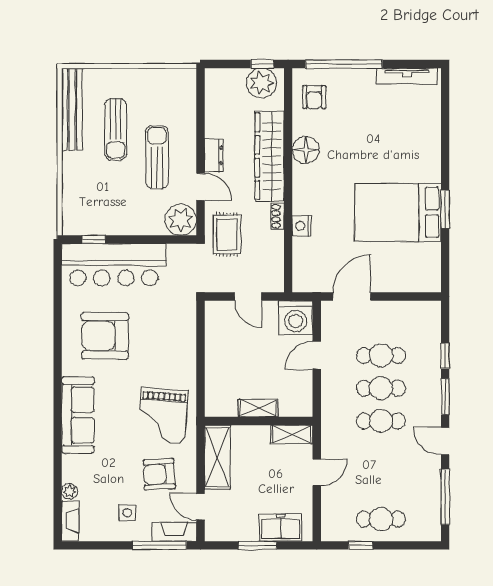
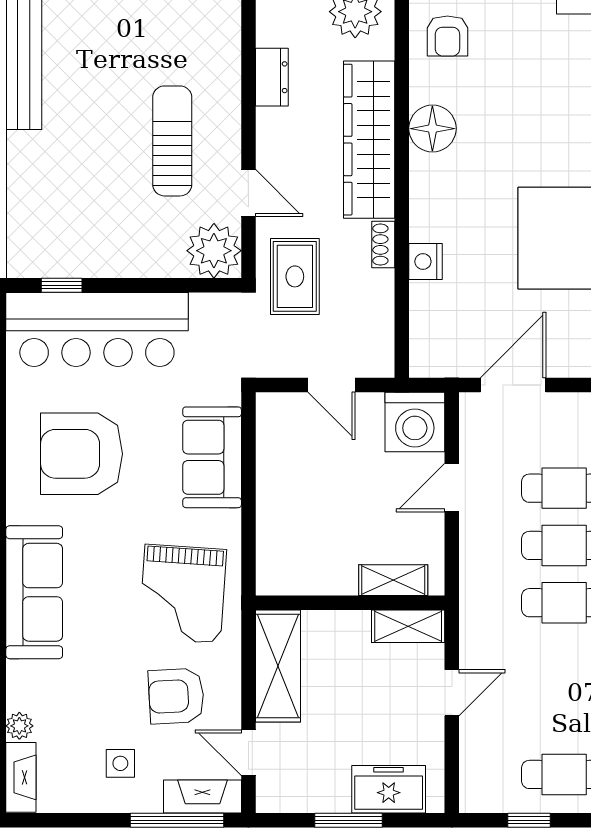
sun lounger: (116, 129) -> (100, 92), removed
dresser: (214, 155) -> (272, 77), moved
sofa: (180, 338) -> (212, 457), added
shelving: (258, 408) -> (393, 580), moved

